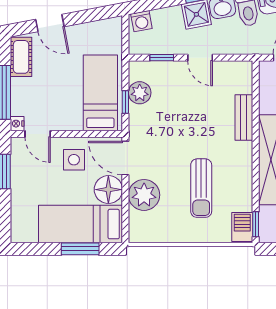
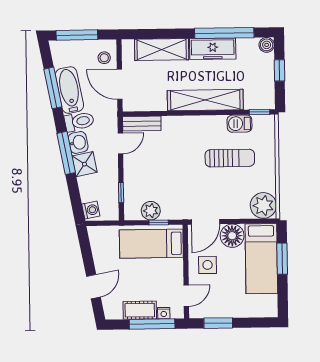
cot: (21, 57) -> (140, 310), moved
door: (200, 58) -> (120, 143), moved
bench: (244, 117) -> (142, 124), moved
nightstand: (17, 124) -> (164, 313), moved
plant: (144, 195) -> (263, 205), moved
barbecue: (242, 227) -> (239, 124), moved

